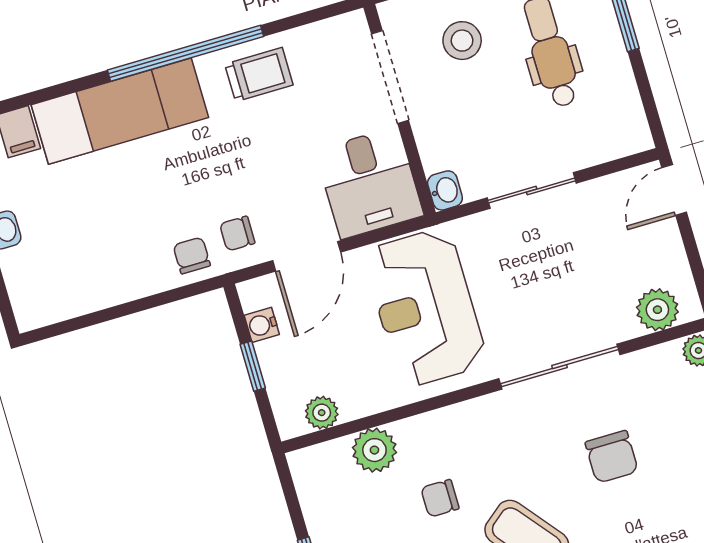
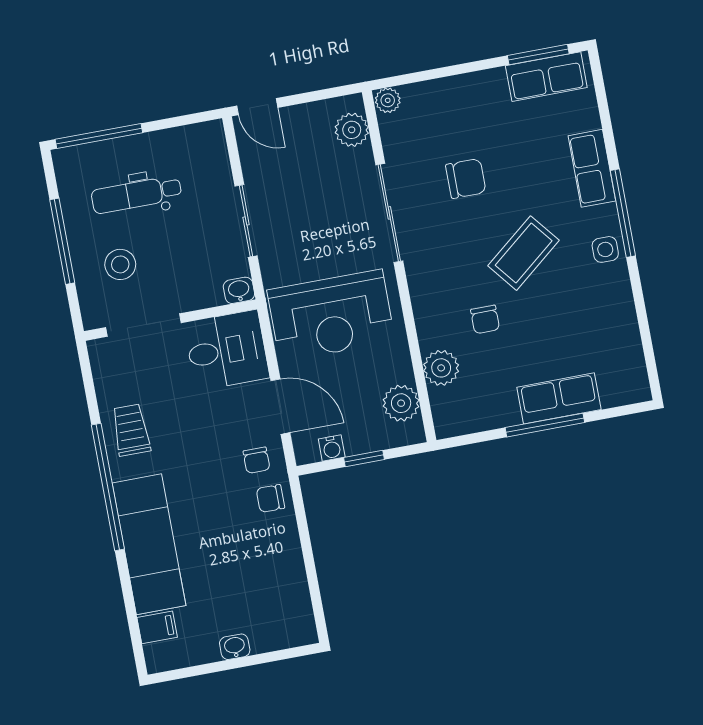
plant: (322, 413) -> (401, 403), width x1.38, depth x1.38

